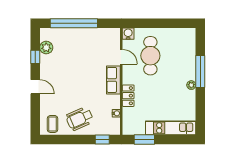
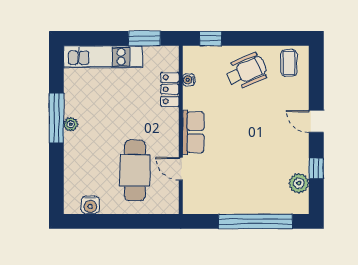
water cooler: (128, 34) -> (90, 205), moved
window: (200, 72) -> (56, 118), moved
locker: (128, 96) -> (170, 89), moved

